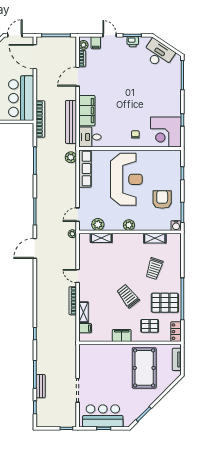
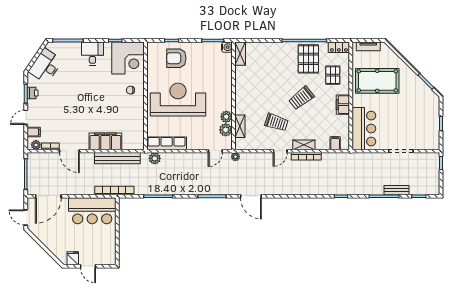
desk: (90, 137) -> (92, 54), moved, turned 180
armchair: (162, 200) -> (176, 58), moved
door: (78, 215) -> (215, 151), hinge flipped
plant: (129, 225) -> (226, 117), moved
shelving: (155, 238) -> (240, 54), moved
trolley: (154, 269) -> (276, 122), moved
shelving: (84, 312) -> (304, 145), moved
bar counter: (103, 416) -> (364, 129), moved, turned 180

